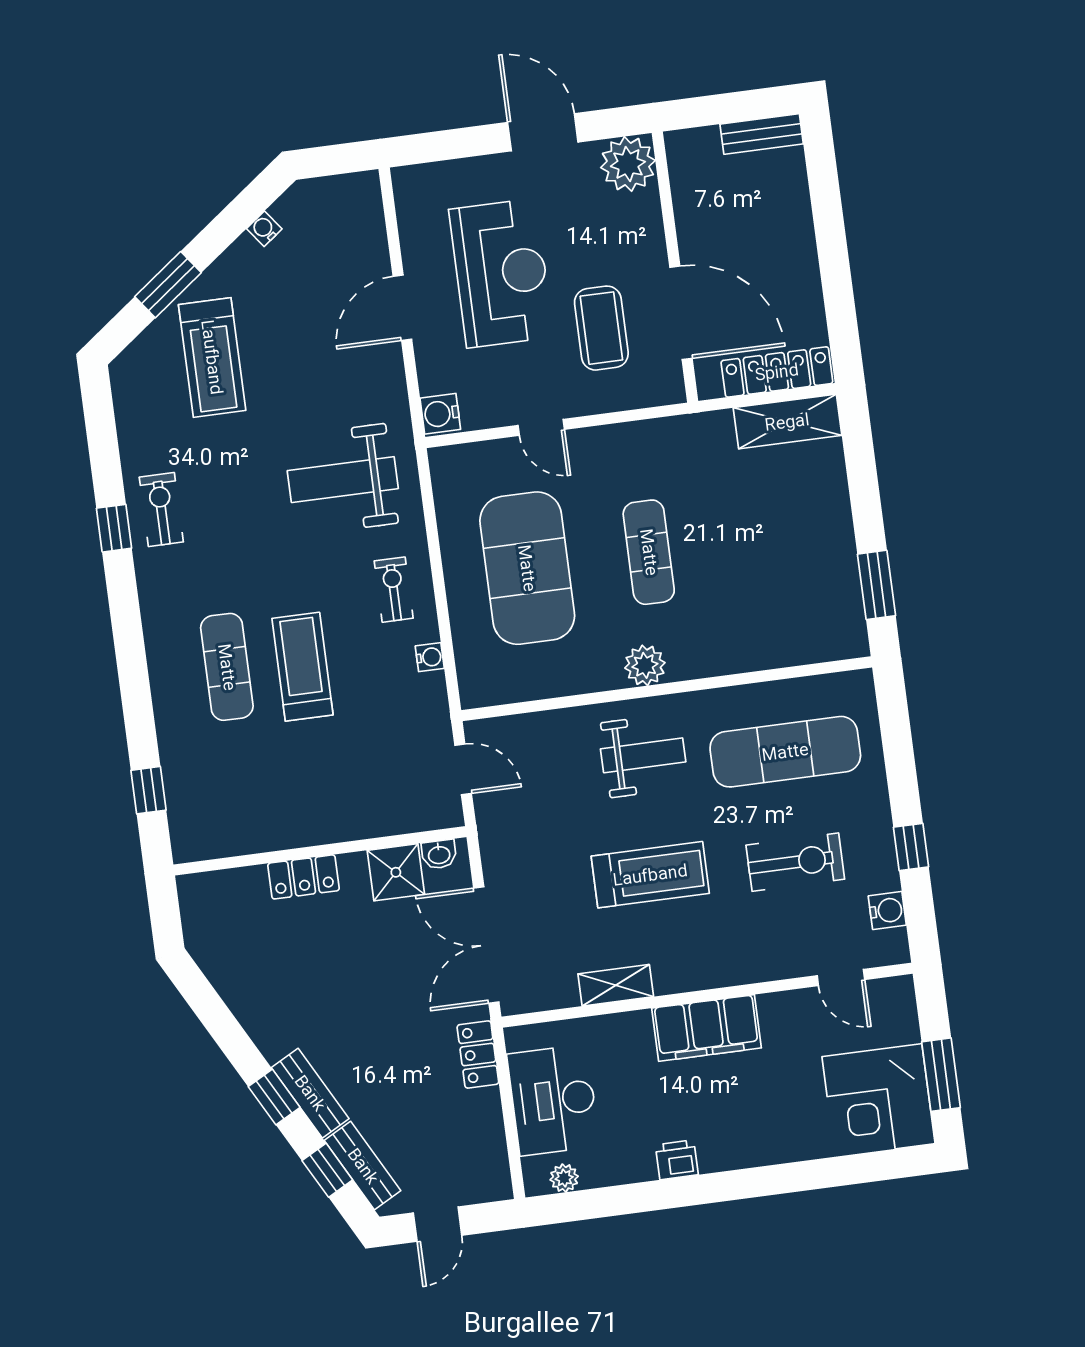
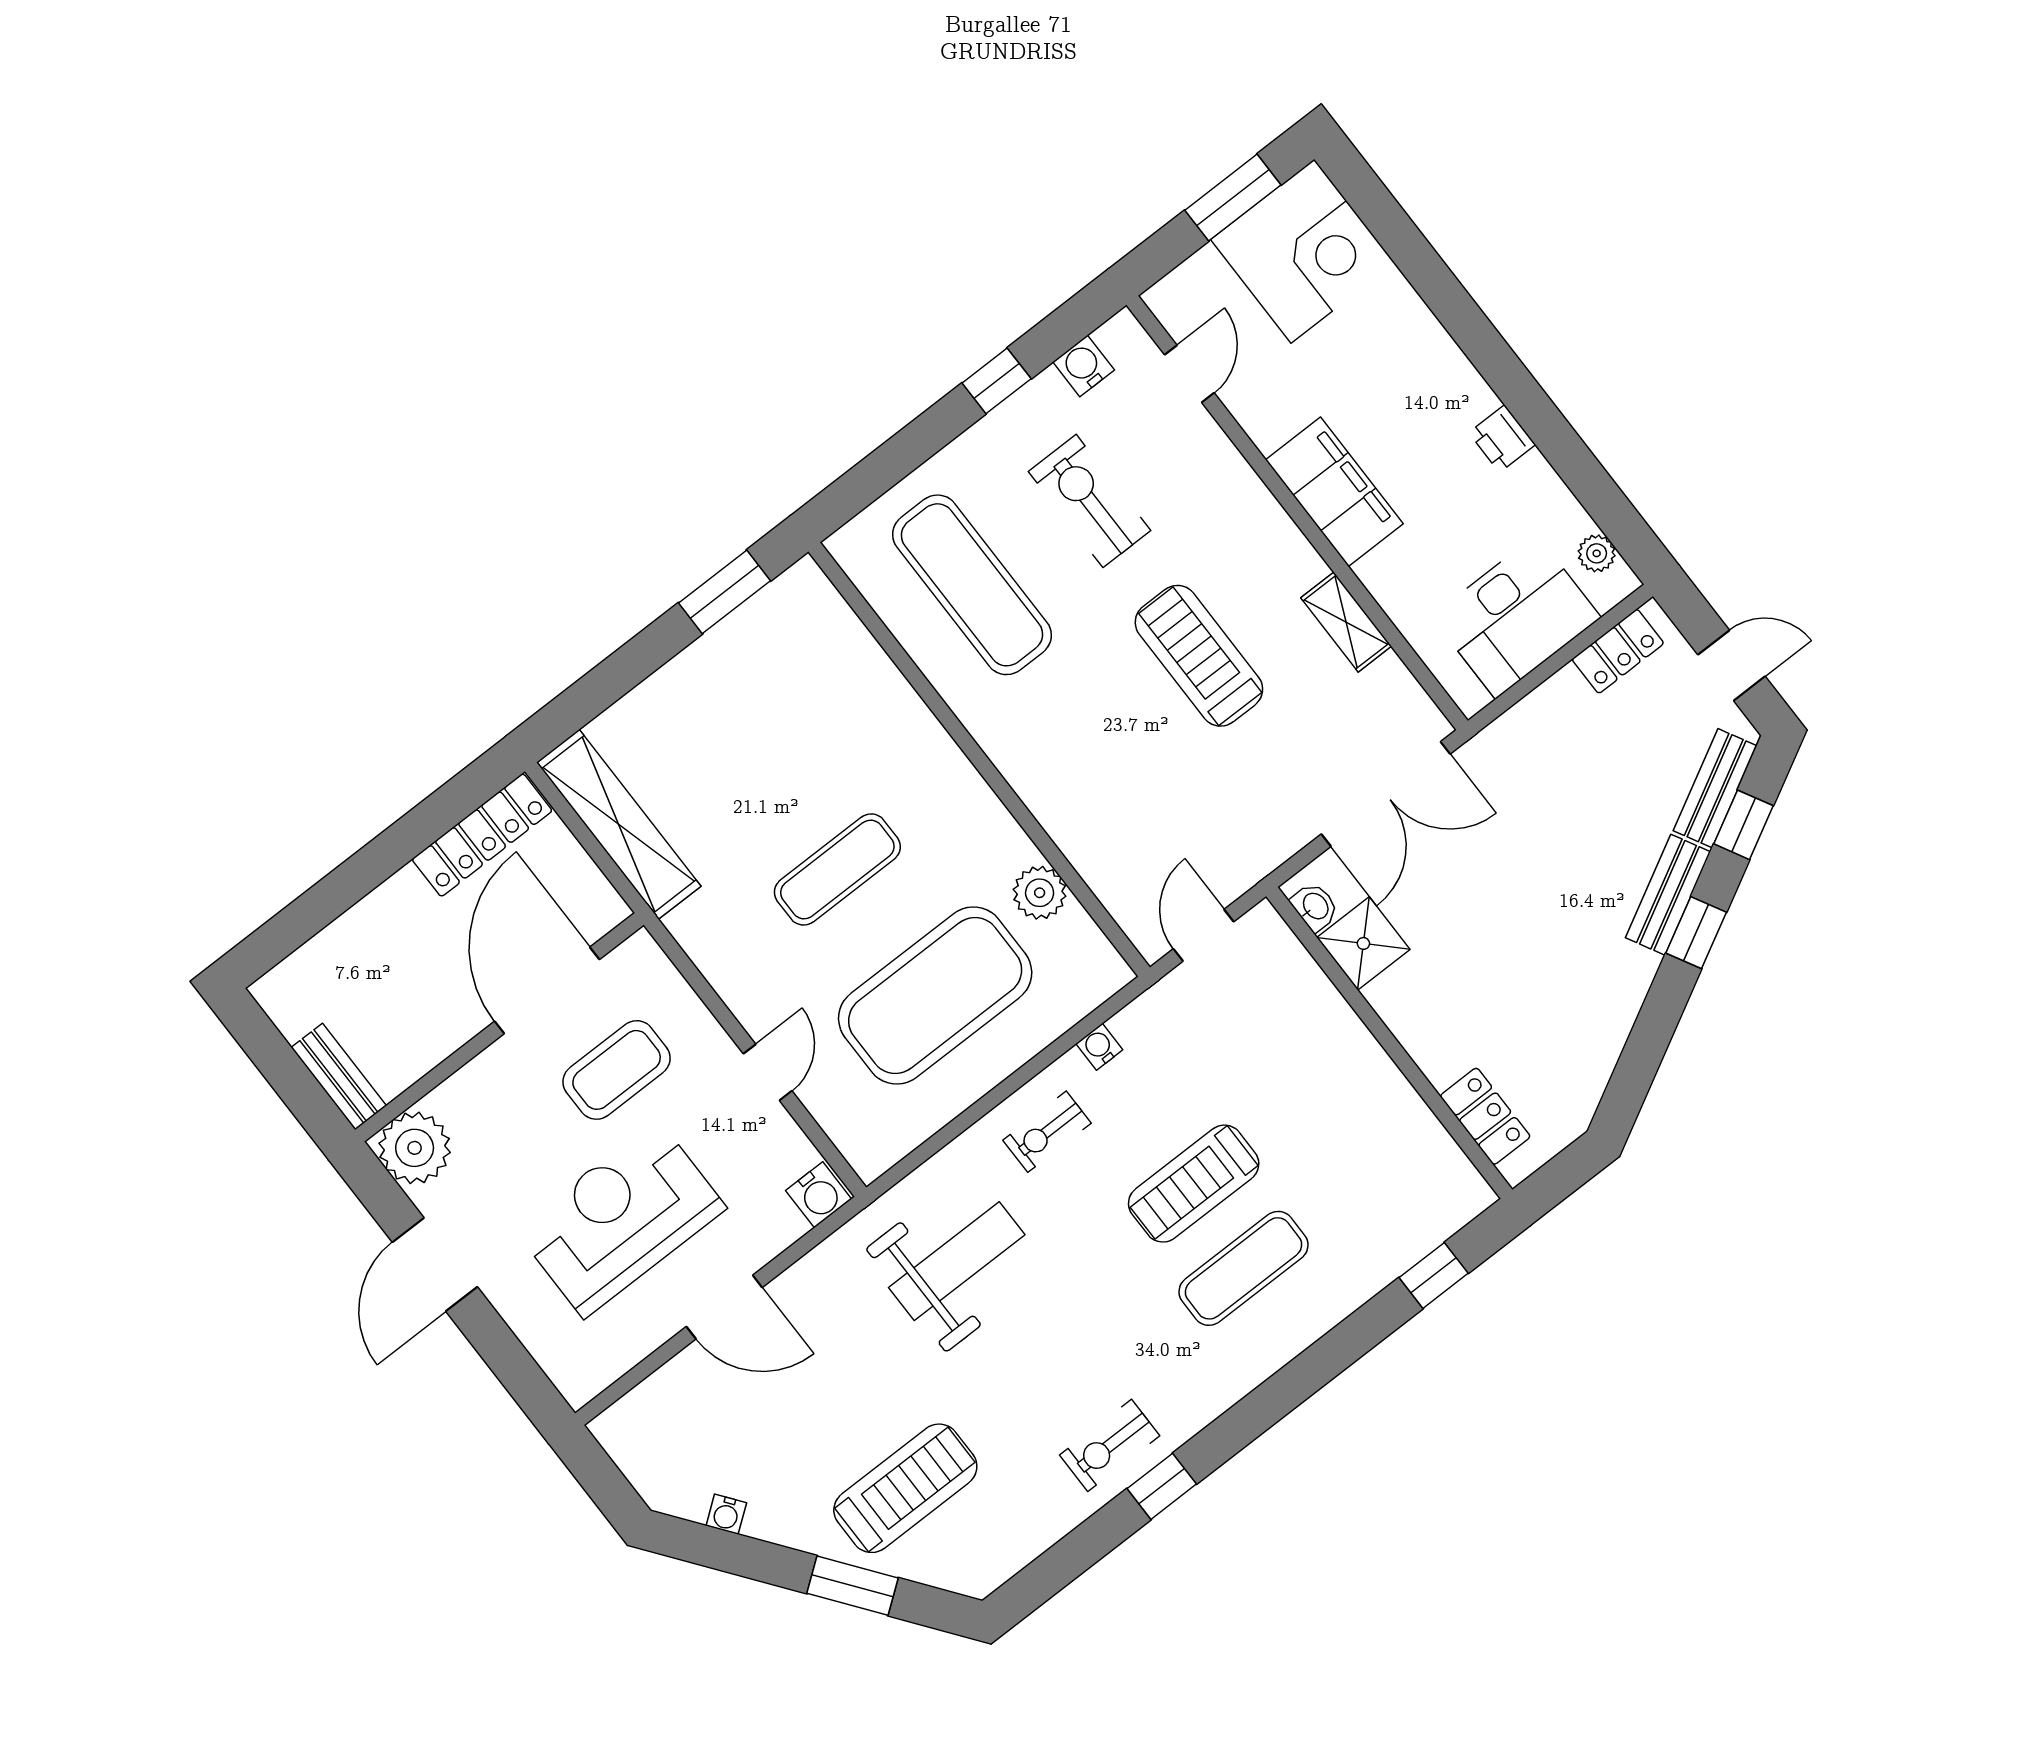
bench: (762, 134) -> (339, 1077), moved
locker: (777, 372) -> (482, 835), moved, turned -90
shelving: (787, 422) -> (619, 824), width x1.47
weight bench: (343, 480) -> (957, 1261), turned -90
plant: (645, 665) -> (1040, 893), moved
weight bench: (643, 755) -> (1069, 742), removed
locker: (304, 877) -> (1485, 1116), moved
locker: (478, 1055) -> (1618, 651), moved

